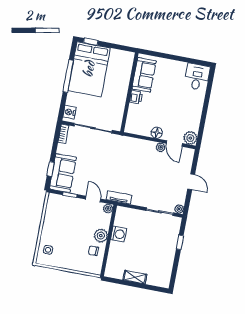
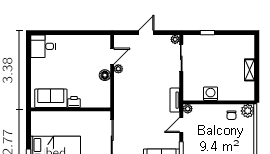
plant: (190, 138) -> (104, 42), removed
plant: (101, 236) -> (248, 111), moved

